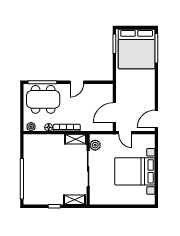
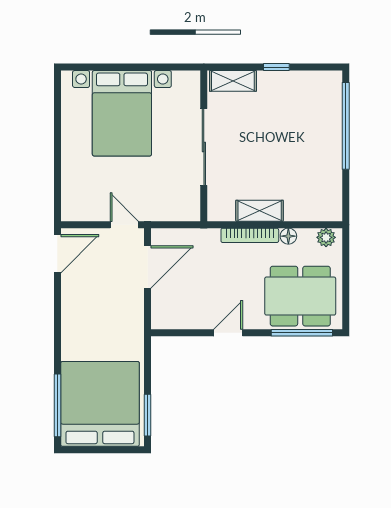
shelving: (76, 139) -> (260, 211), moved
plant: (95, 145) -> (189, 198), removed
bed with nightstands: (135, 171) -> (122, 113), moved, turned 90

